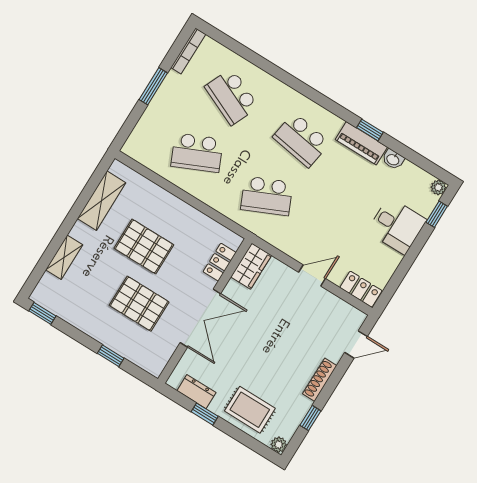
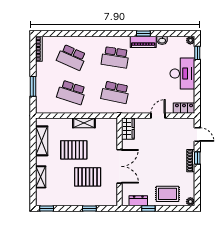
window: (153, 86) -> (33, 86), moved
school desk: (197, 153) -> (71, 92), turned 42
school desk: (267, 196) -> (115, 92), turned 36
shelving: (187, 214) -> (84, 123), added
desk: (397, 226) -> (182, 74), width x1.37
locker: (220, 262) -> (112, 136), removed
door: (356, 344) -> (197, 135), hinge flipped
window: (310, 418) -> (197, 158), moved

